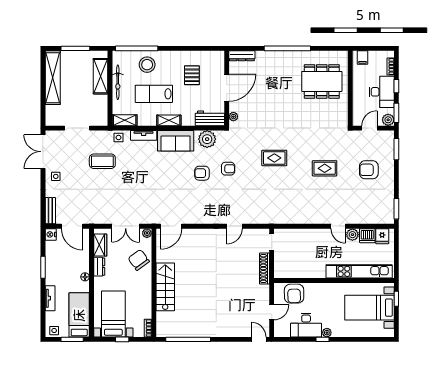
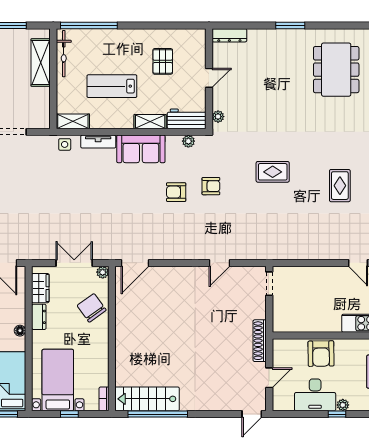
window: (287, 48) -> (290, 25), width x0.47
stool: (147, 65) -> (103, 47), removed
dining table: (322, 81) -> (336, 70), turned 90
bicycle: (118, 82) -> (64, 54), moved
door: (227, 88) -> (209, 78), width x0.53
shelving: (169, 120) -> (150, 122), moved
plant: (207, 139) -> (188, 141), width x0.53, depth x0.53
coffee table: (102, 161) -> (43, 176), removed
rug: (325, 168) -> (340, 186), turned 90
double door: (126, 226) -> (74, 263), swing flipped
shoe rack: (265, 269) -> (260, 341), moved
stairs: (165, 287) -> (147, 399), moved, turned -90
armchair: (294, 294) -> (321, 354), moved
door: (259, 339) -> (252, 414), swing flipped

